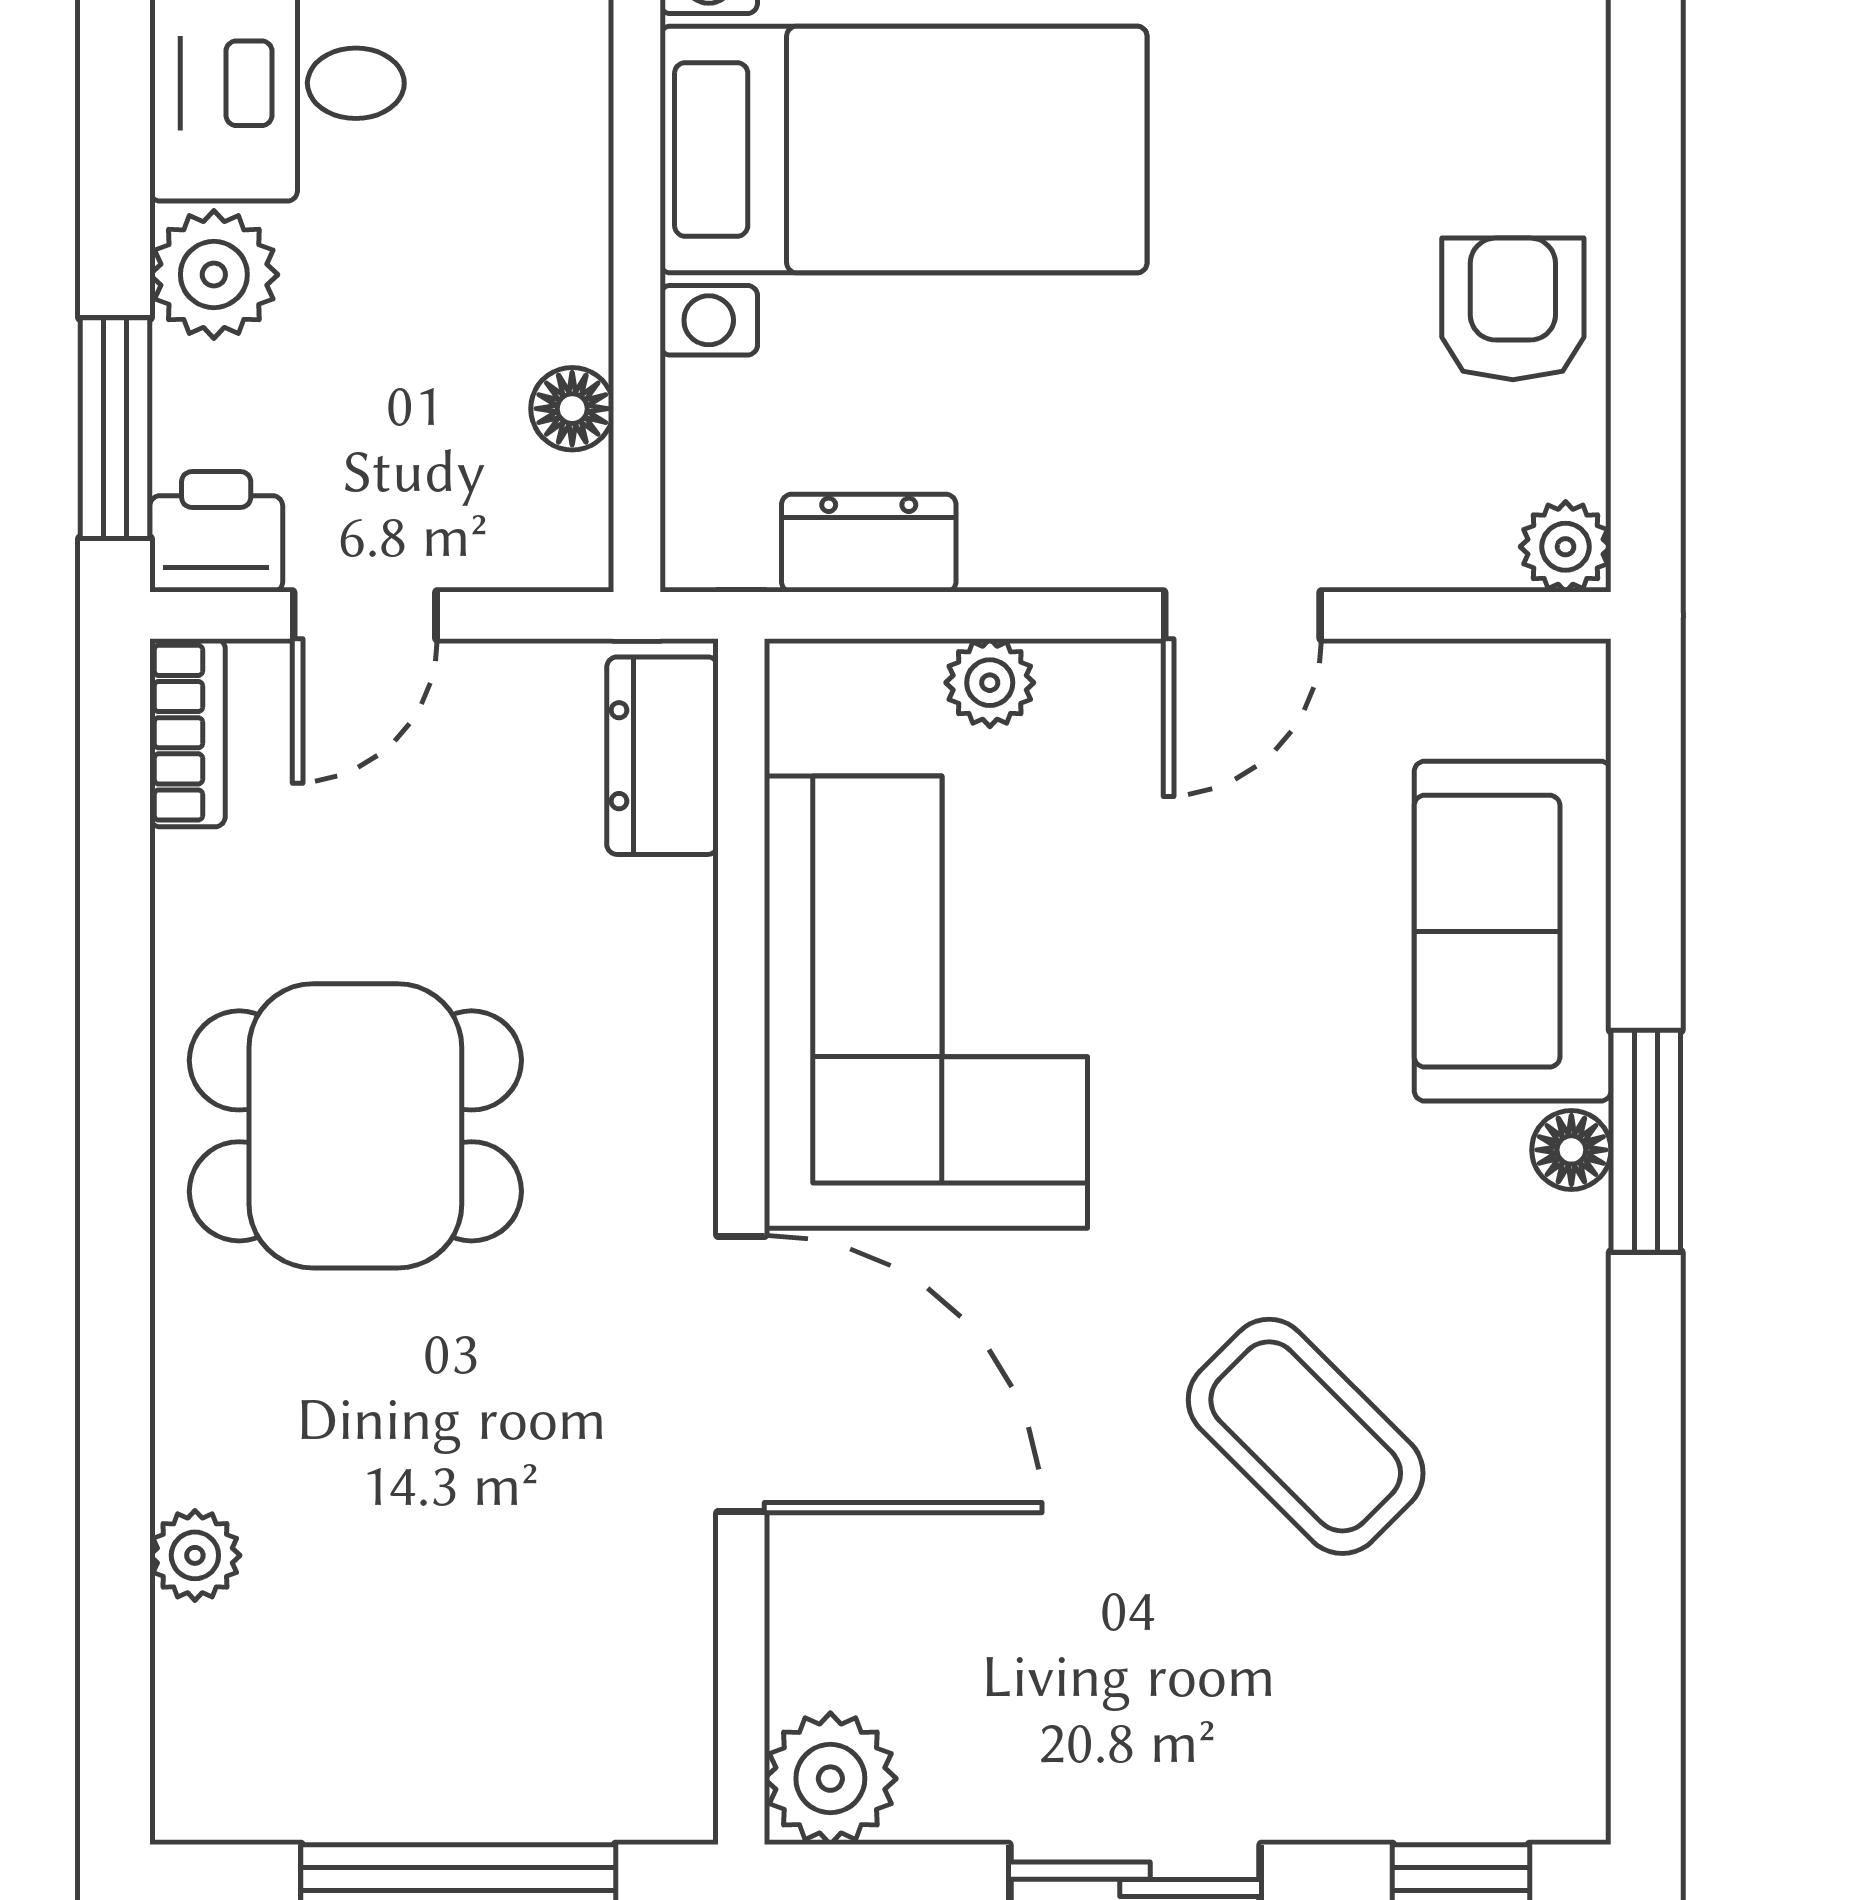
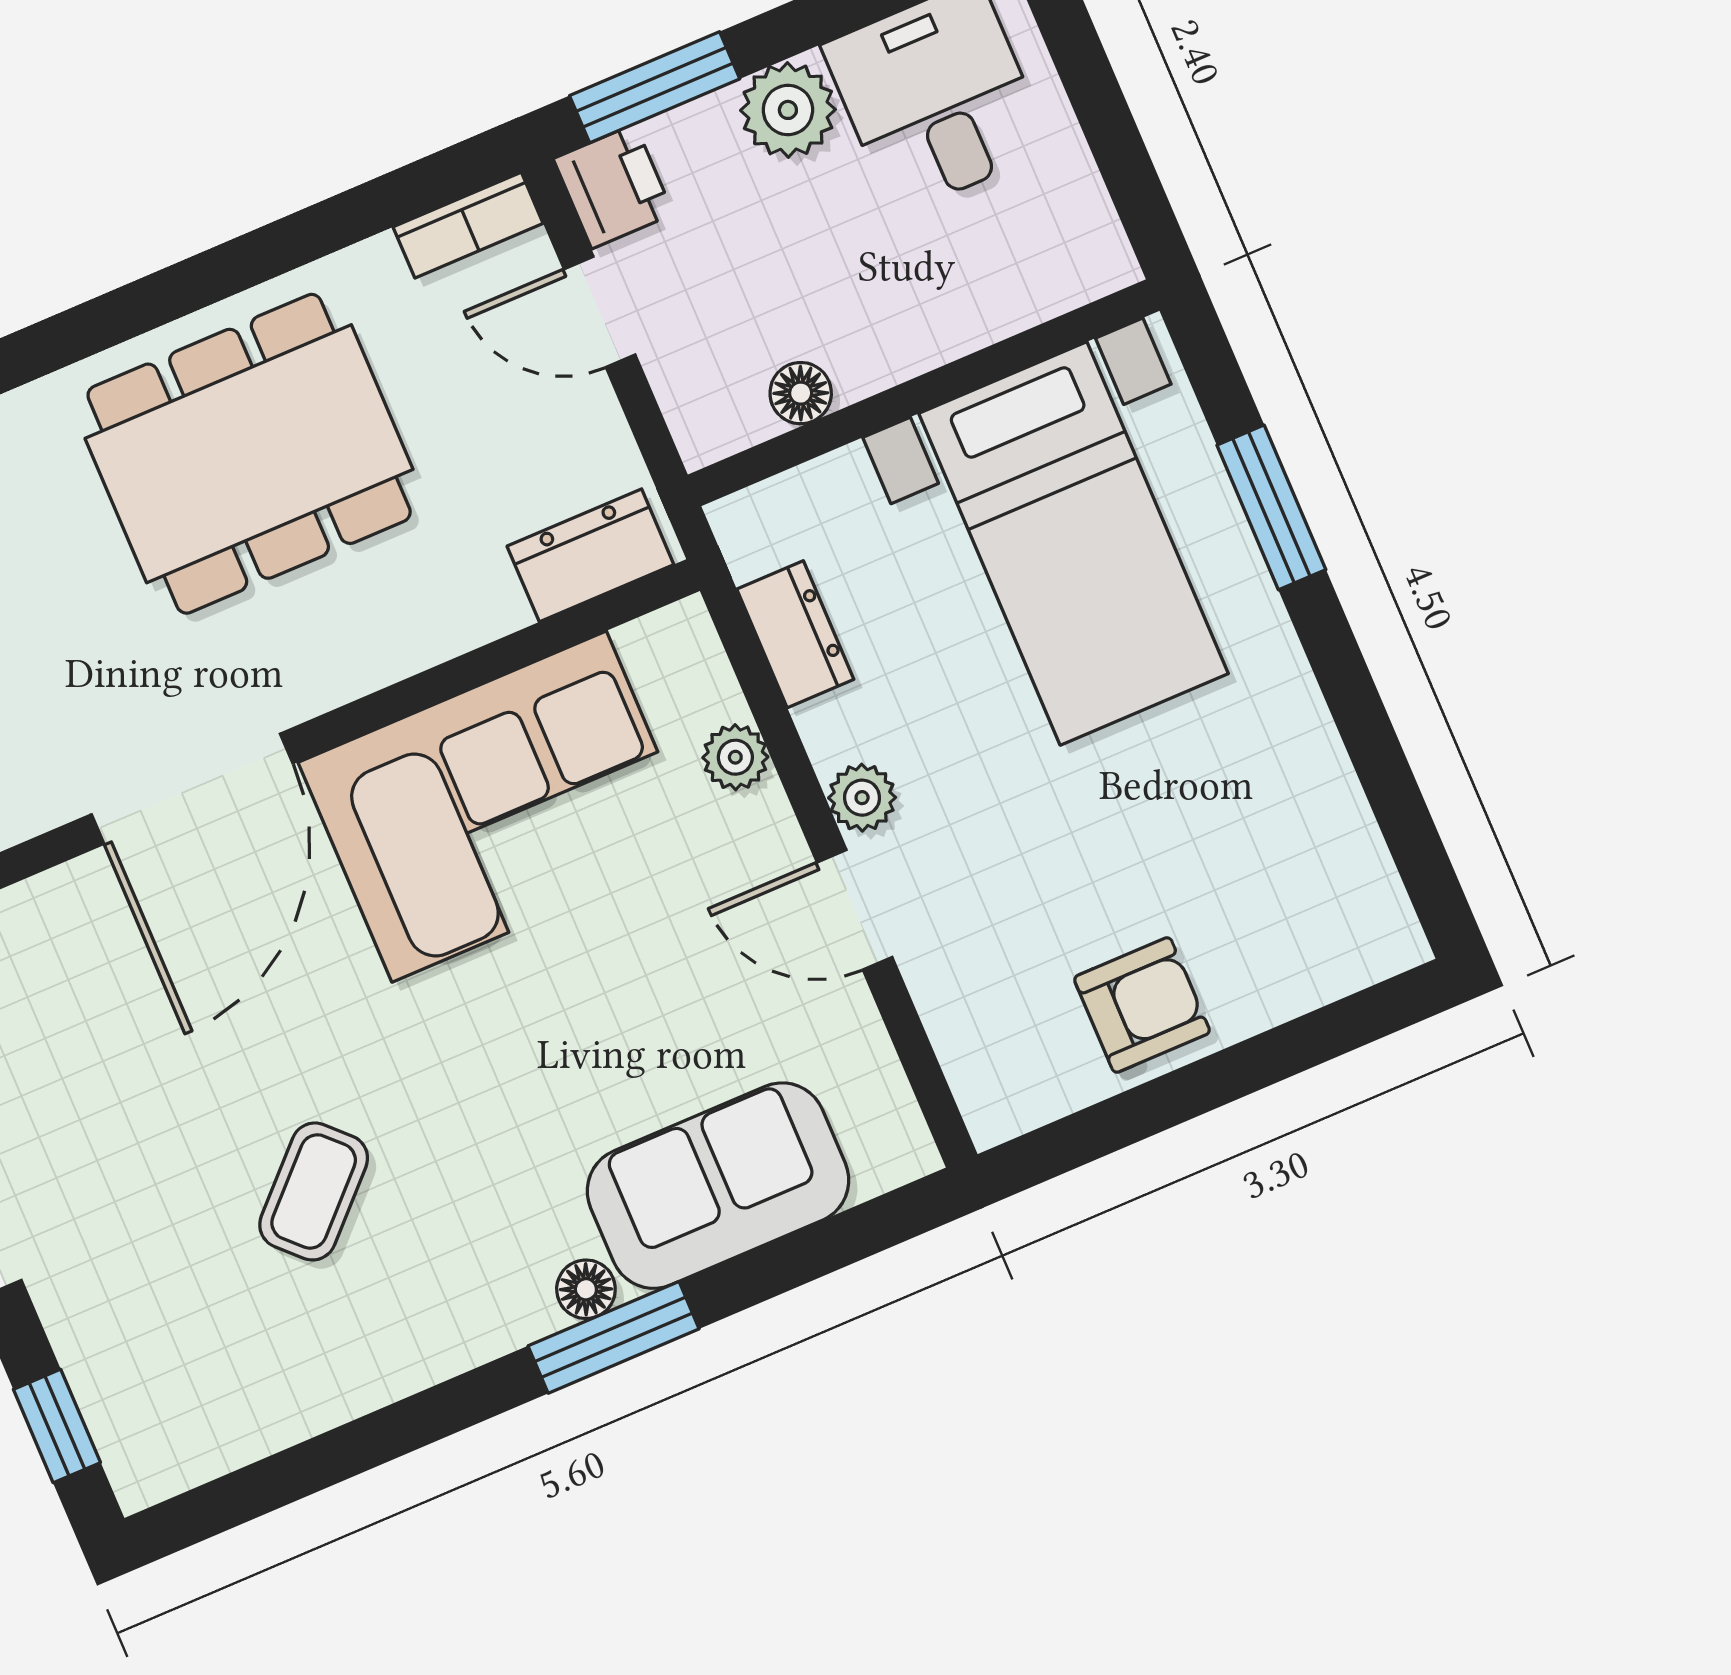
plant: (1566, 547) -> (862, 798), moved
dining table: (355, 1126) -> (249, 454), width x1.38
coffee table: (1306, 1436) -> (314, 1191), width x0.73, depth x0.77

